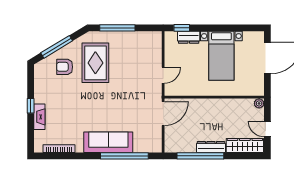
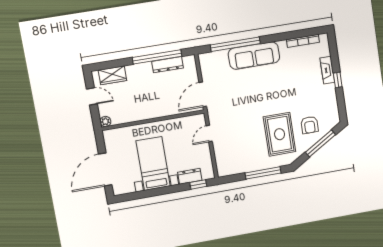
armchair: (65, 67) -> (310, 125), turned 90
wardrobe: (245, 146) -> (112, 75), width x0.67
dresser: (211, 147) -> (167, 65), moved

